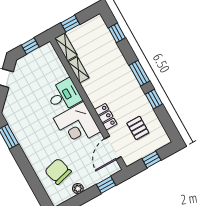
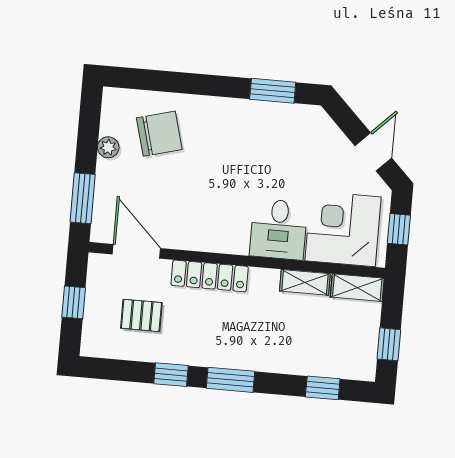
window: (70, 24) -> (389, 344), moved
locker: (106, 117) -> (210, 276), width x1.53
corner desk: (77, 125) -> (343, 229), moved
window: (106, 185) -> (83, 198), width x1.50

